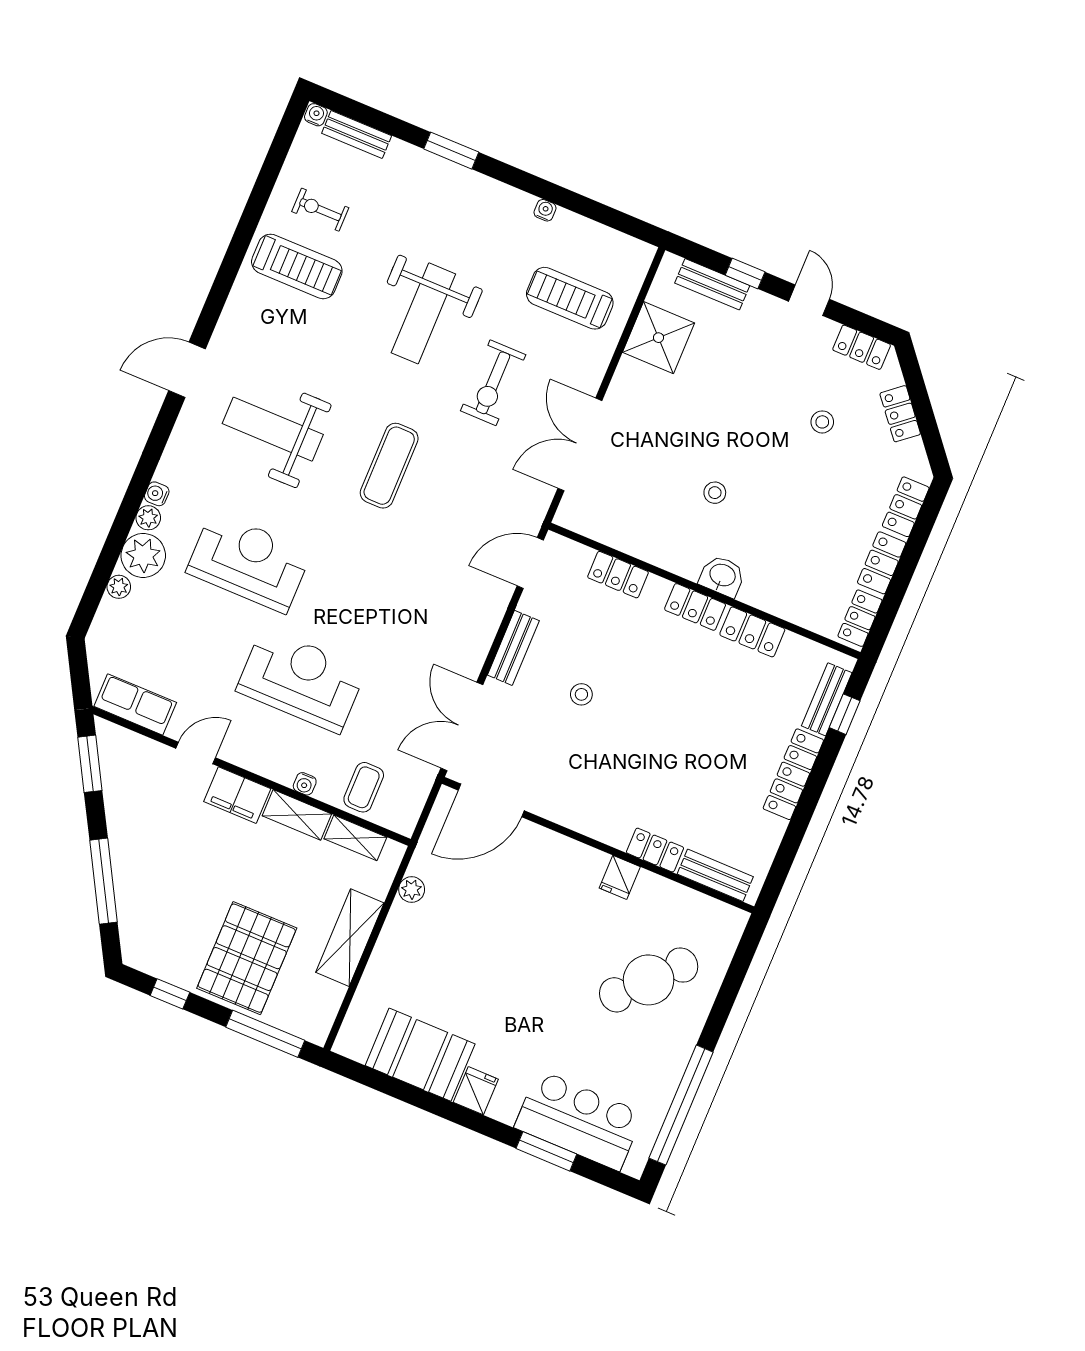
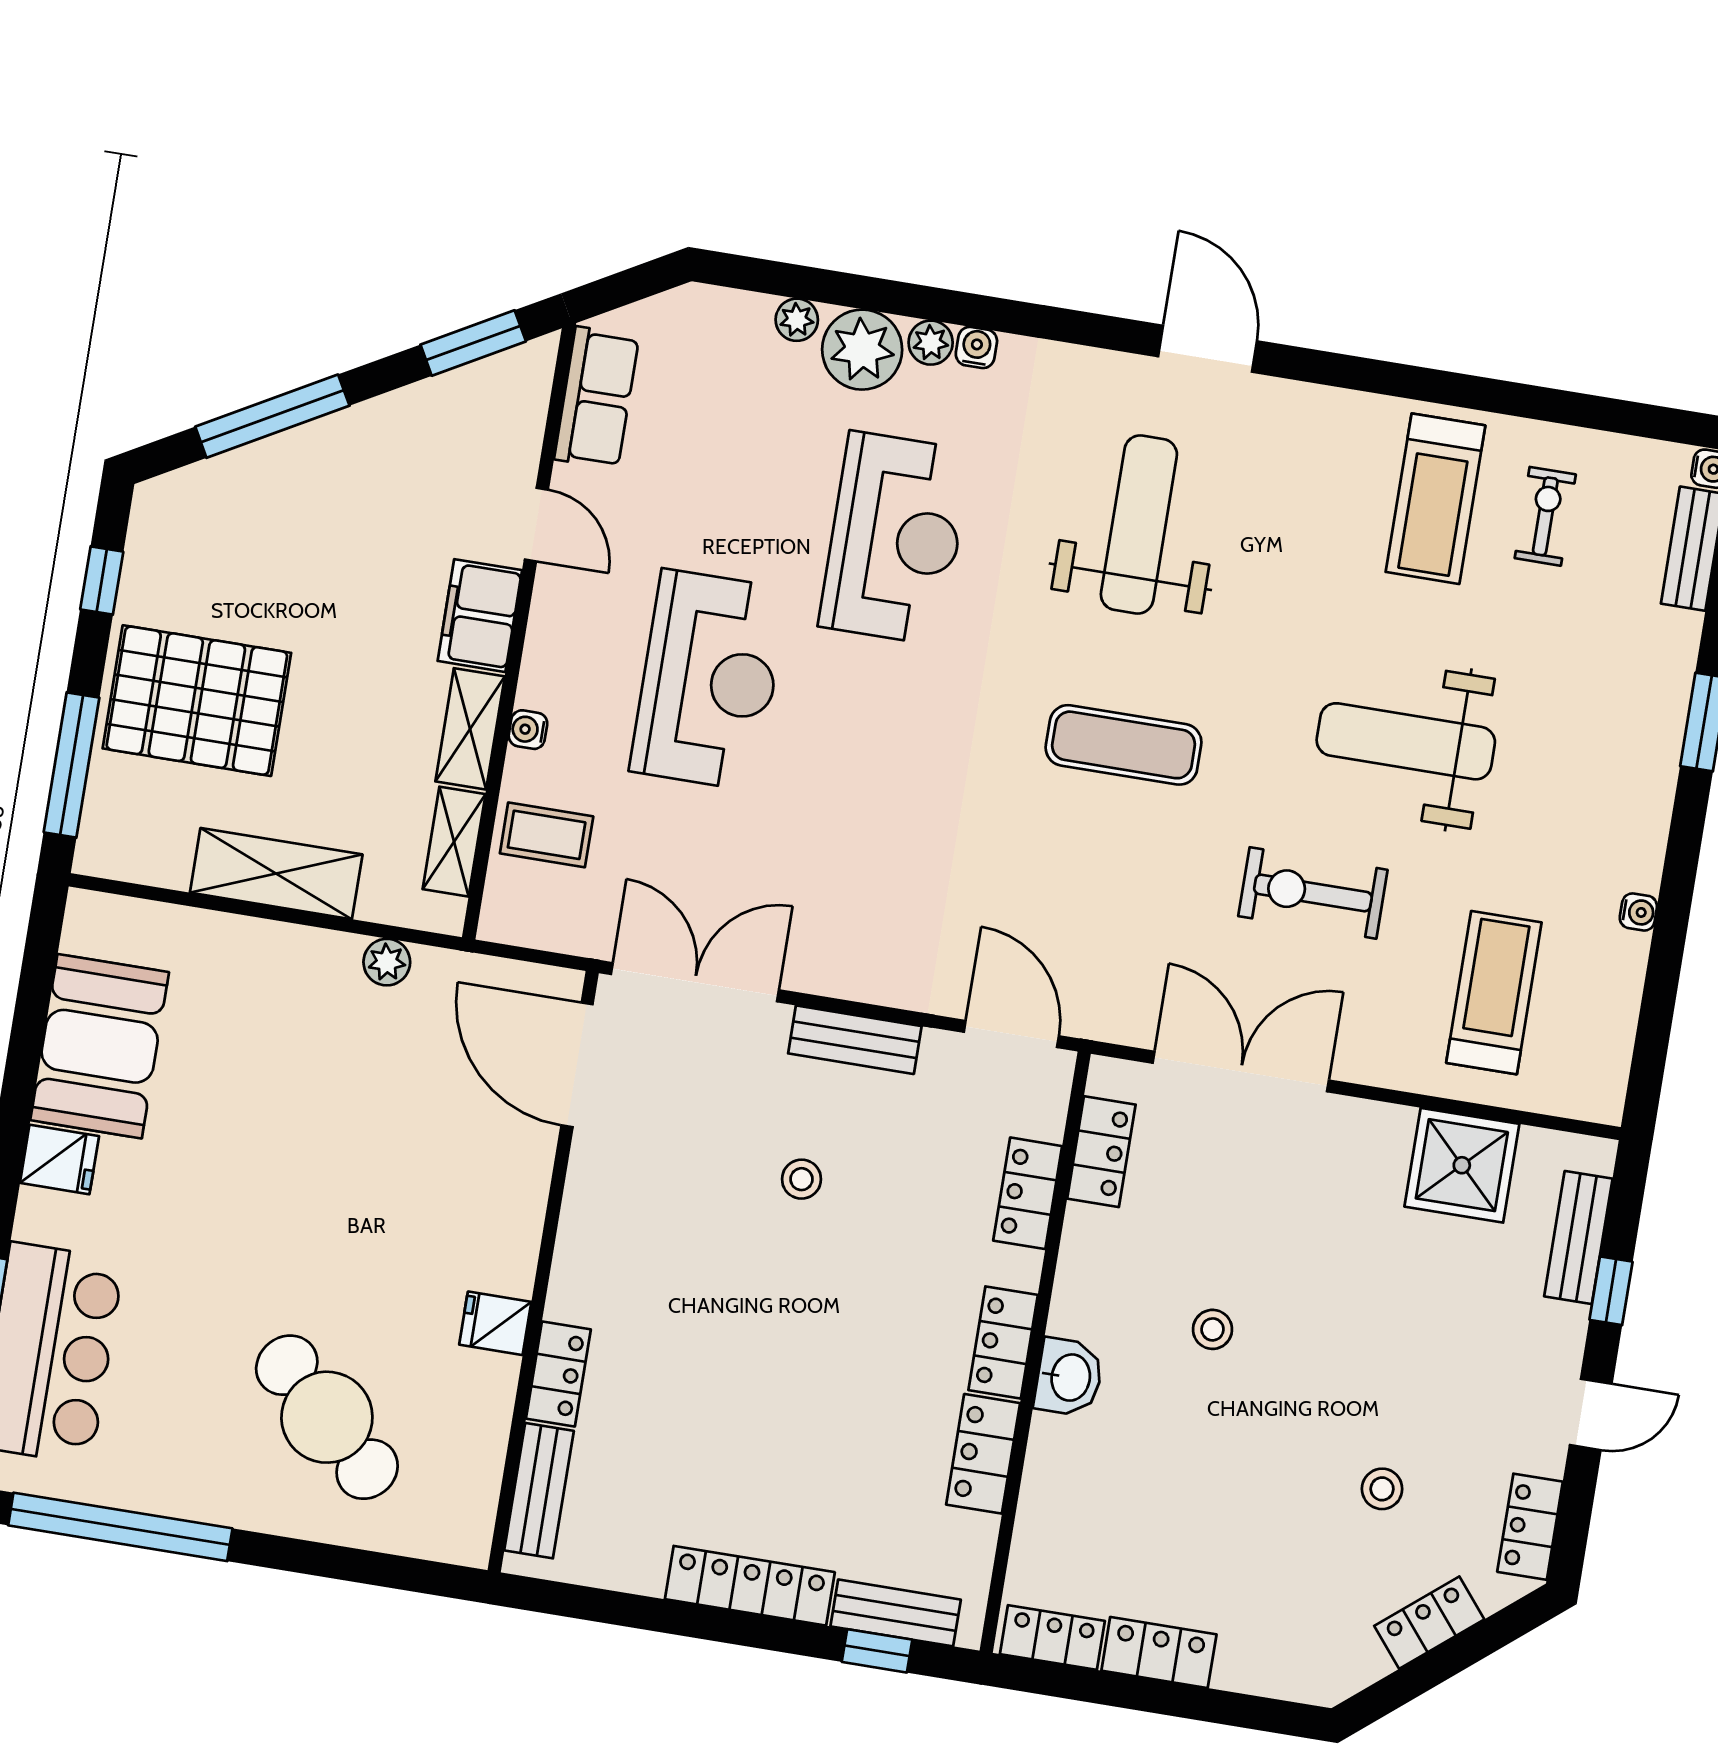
locker: (906, 507) -> (1101, 1152), moved, turned 90

